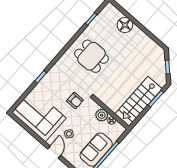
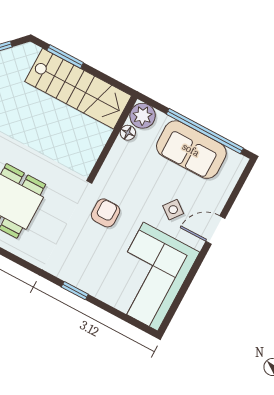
plant: (102, 115) -> (143, 116), moved

